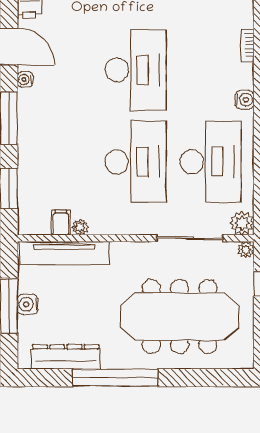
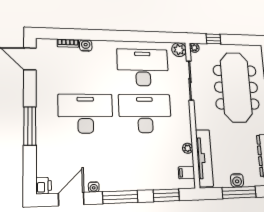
water cooler: (244, 100) -> (86, 46), moved
filing cabinet: (61, 223) -> (187, 173), moved

